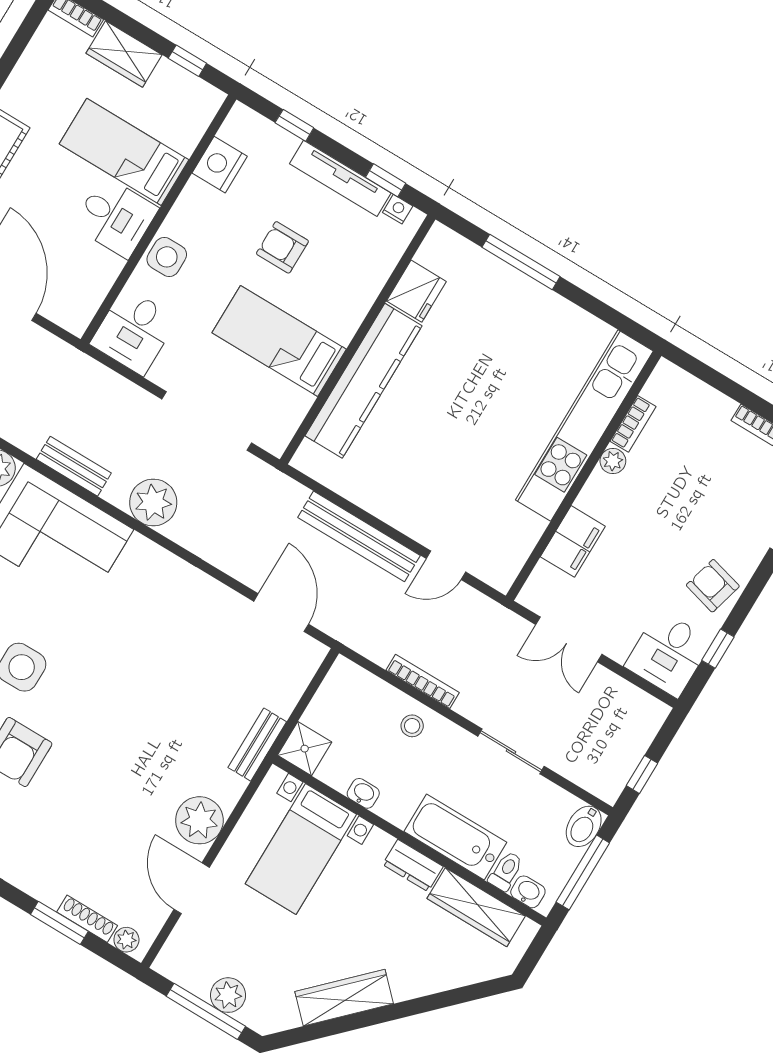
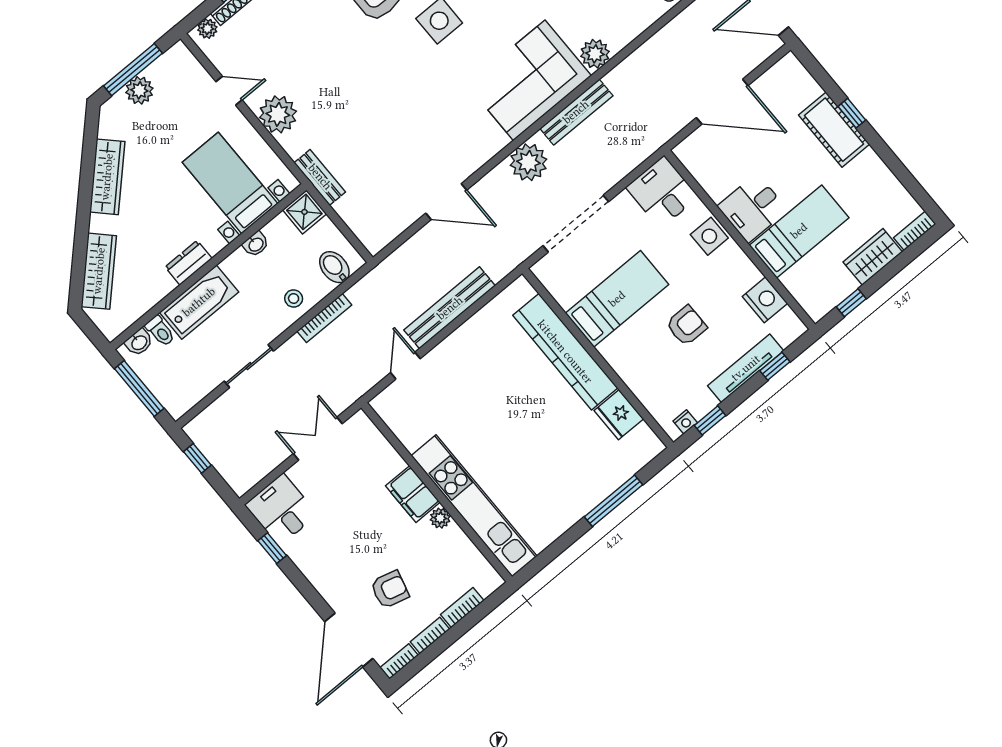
tv unit: (340, 178) -> (746, 368), moved
bookcase: (633, 424) -> (462, 608), moved, turned 90
bench: (74, 466) -> (576, 112), width x1.36
filing cabinet: (573, 541) -> (413, 494), moved
armchair: (713, 586) -> (390, 589), moved
door: (281, 613) -> (446, 202), moved
bidet: (584, 826) -> (334, 267), moved
door: (192, 888) -> (229, 91), width x0.73
wardrobe: (476, 907) -> (99, 271), moved, turned 135

